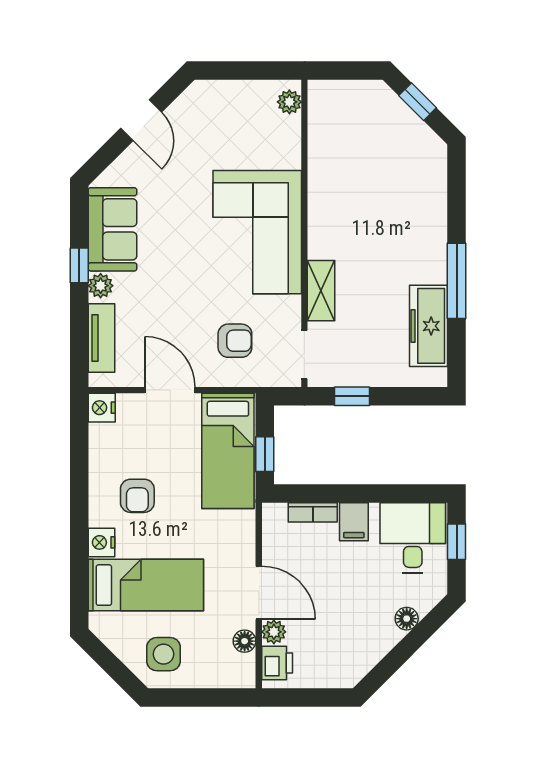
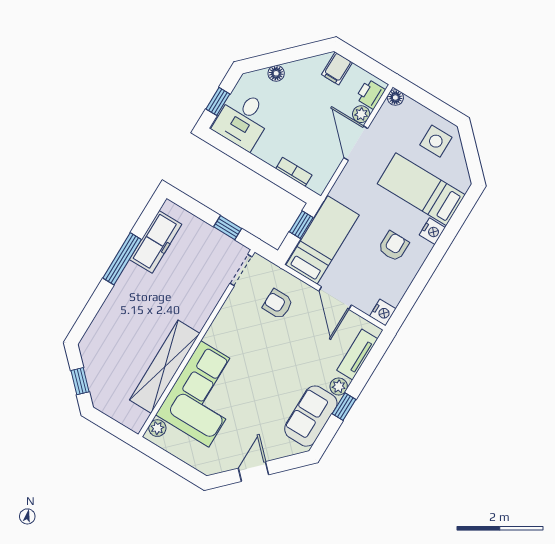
corner sofa: (257, 232) -> (205, 394), moved
shelving: (321, 291) -> (165, 367), moved, width x2.20, depth x1.33
filing cabinet: (354, 522) -> (337, 68), moved, turned 180
floor lamp: (245, 641) -> (395, 98), moved

